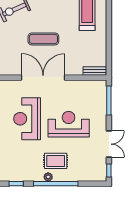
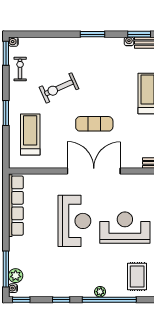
reception desk: (27, 119) -> (74, 221), turned 180
rug: (56, 161) -> (137, 277), moved, turned 90

